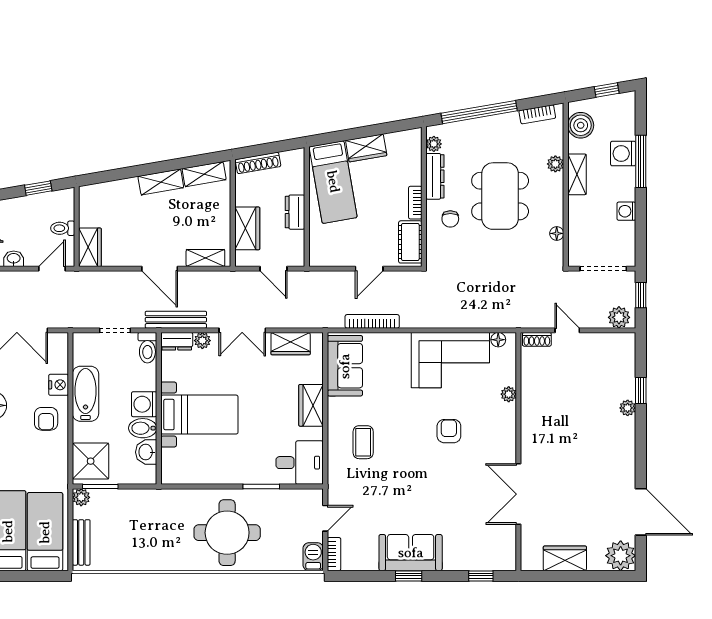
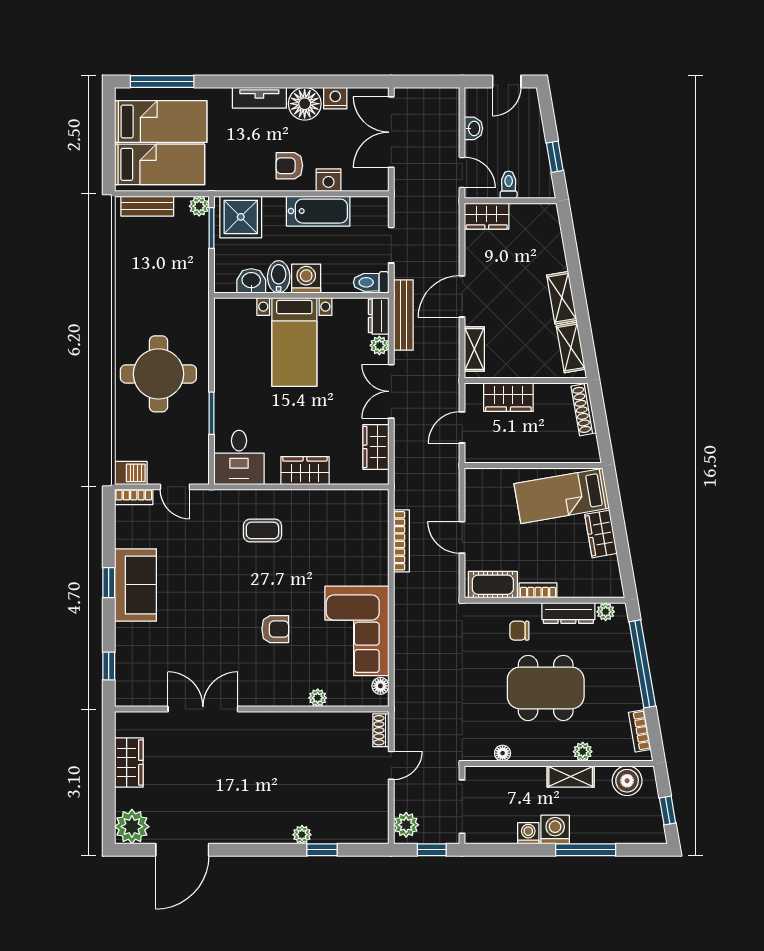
washing machine: (623, 154) -> (555, 830), moved
dresser: (295, 212) -> (527, 452), removed
sofa: (345, 366) -> (350, 509), removed

